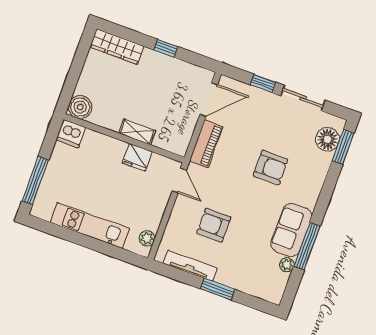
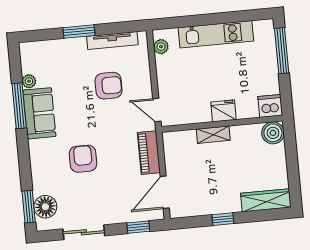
window: (263, 84) -> (138, 227), moved
fridge: (137, 157) -> (223, 111), moved
armchair: (271, 168) -> (83, 159), turned 90

